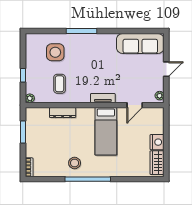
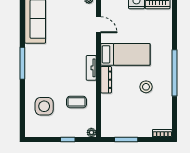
window: (82, 31) -> (22, 63), moved
tv unit: (103, 98) -> (91, 68), moved
dresser: (63, 113) -> (106, 80), moved
stool: (75, 163) -> (146, 87), moved

